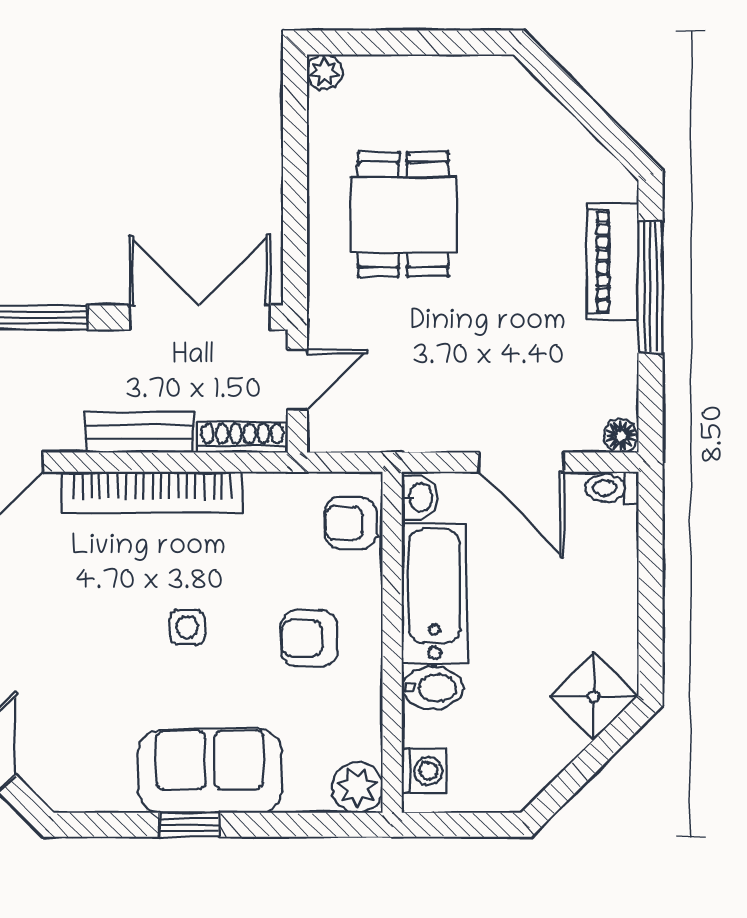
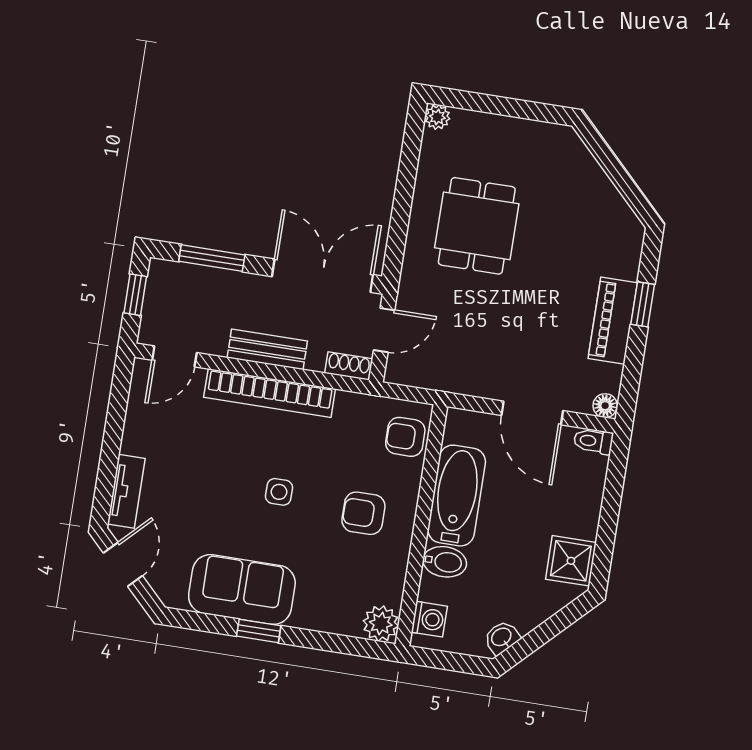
piano: (613, 262) -> (613, 321), moved
window: (651, 287) -> (643, 304), width x0.46
shoe rack: (242, 437) -> (349, 366), width x0.70
washbasin: (420, 498) -> (502, 637), moved, turned -135
shower: (594, 696) -> (571, 561), moved, turned 45
sofa: (210, 771) -> (242, 589), moved

